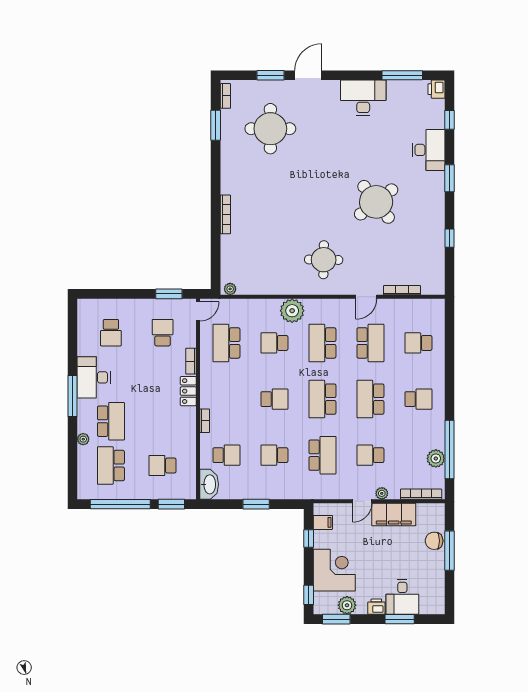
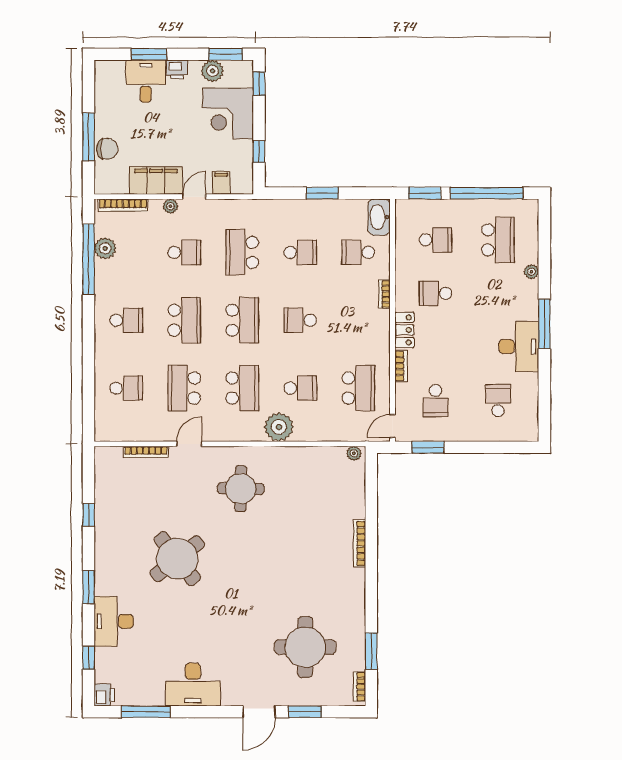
school desk: (418, 399) -> (126, 320), turned 180
school desk: (111, 421) -> (436, 293), moved, width x0.54
filing cabinet: (323, 522) -> (221, 183), moved, turned 90

